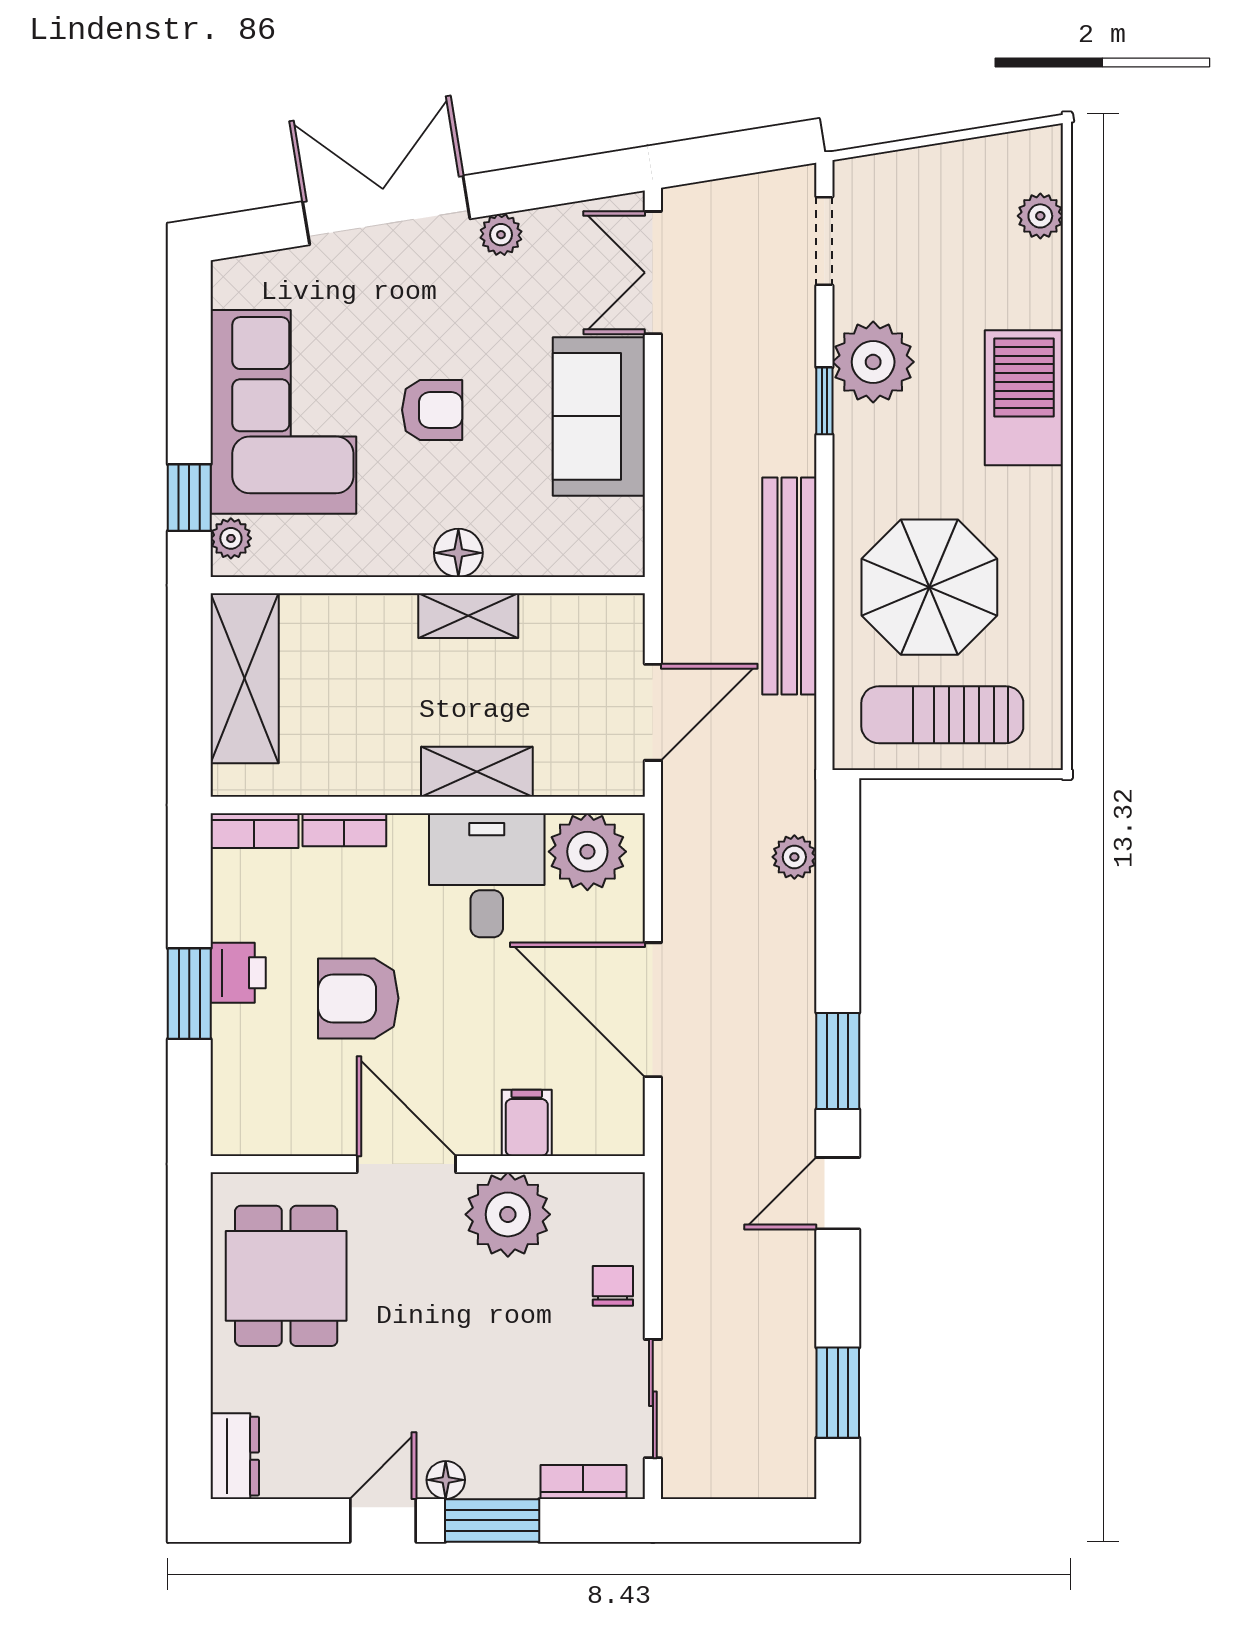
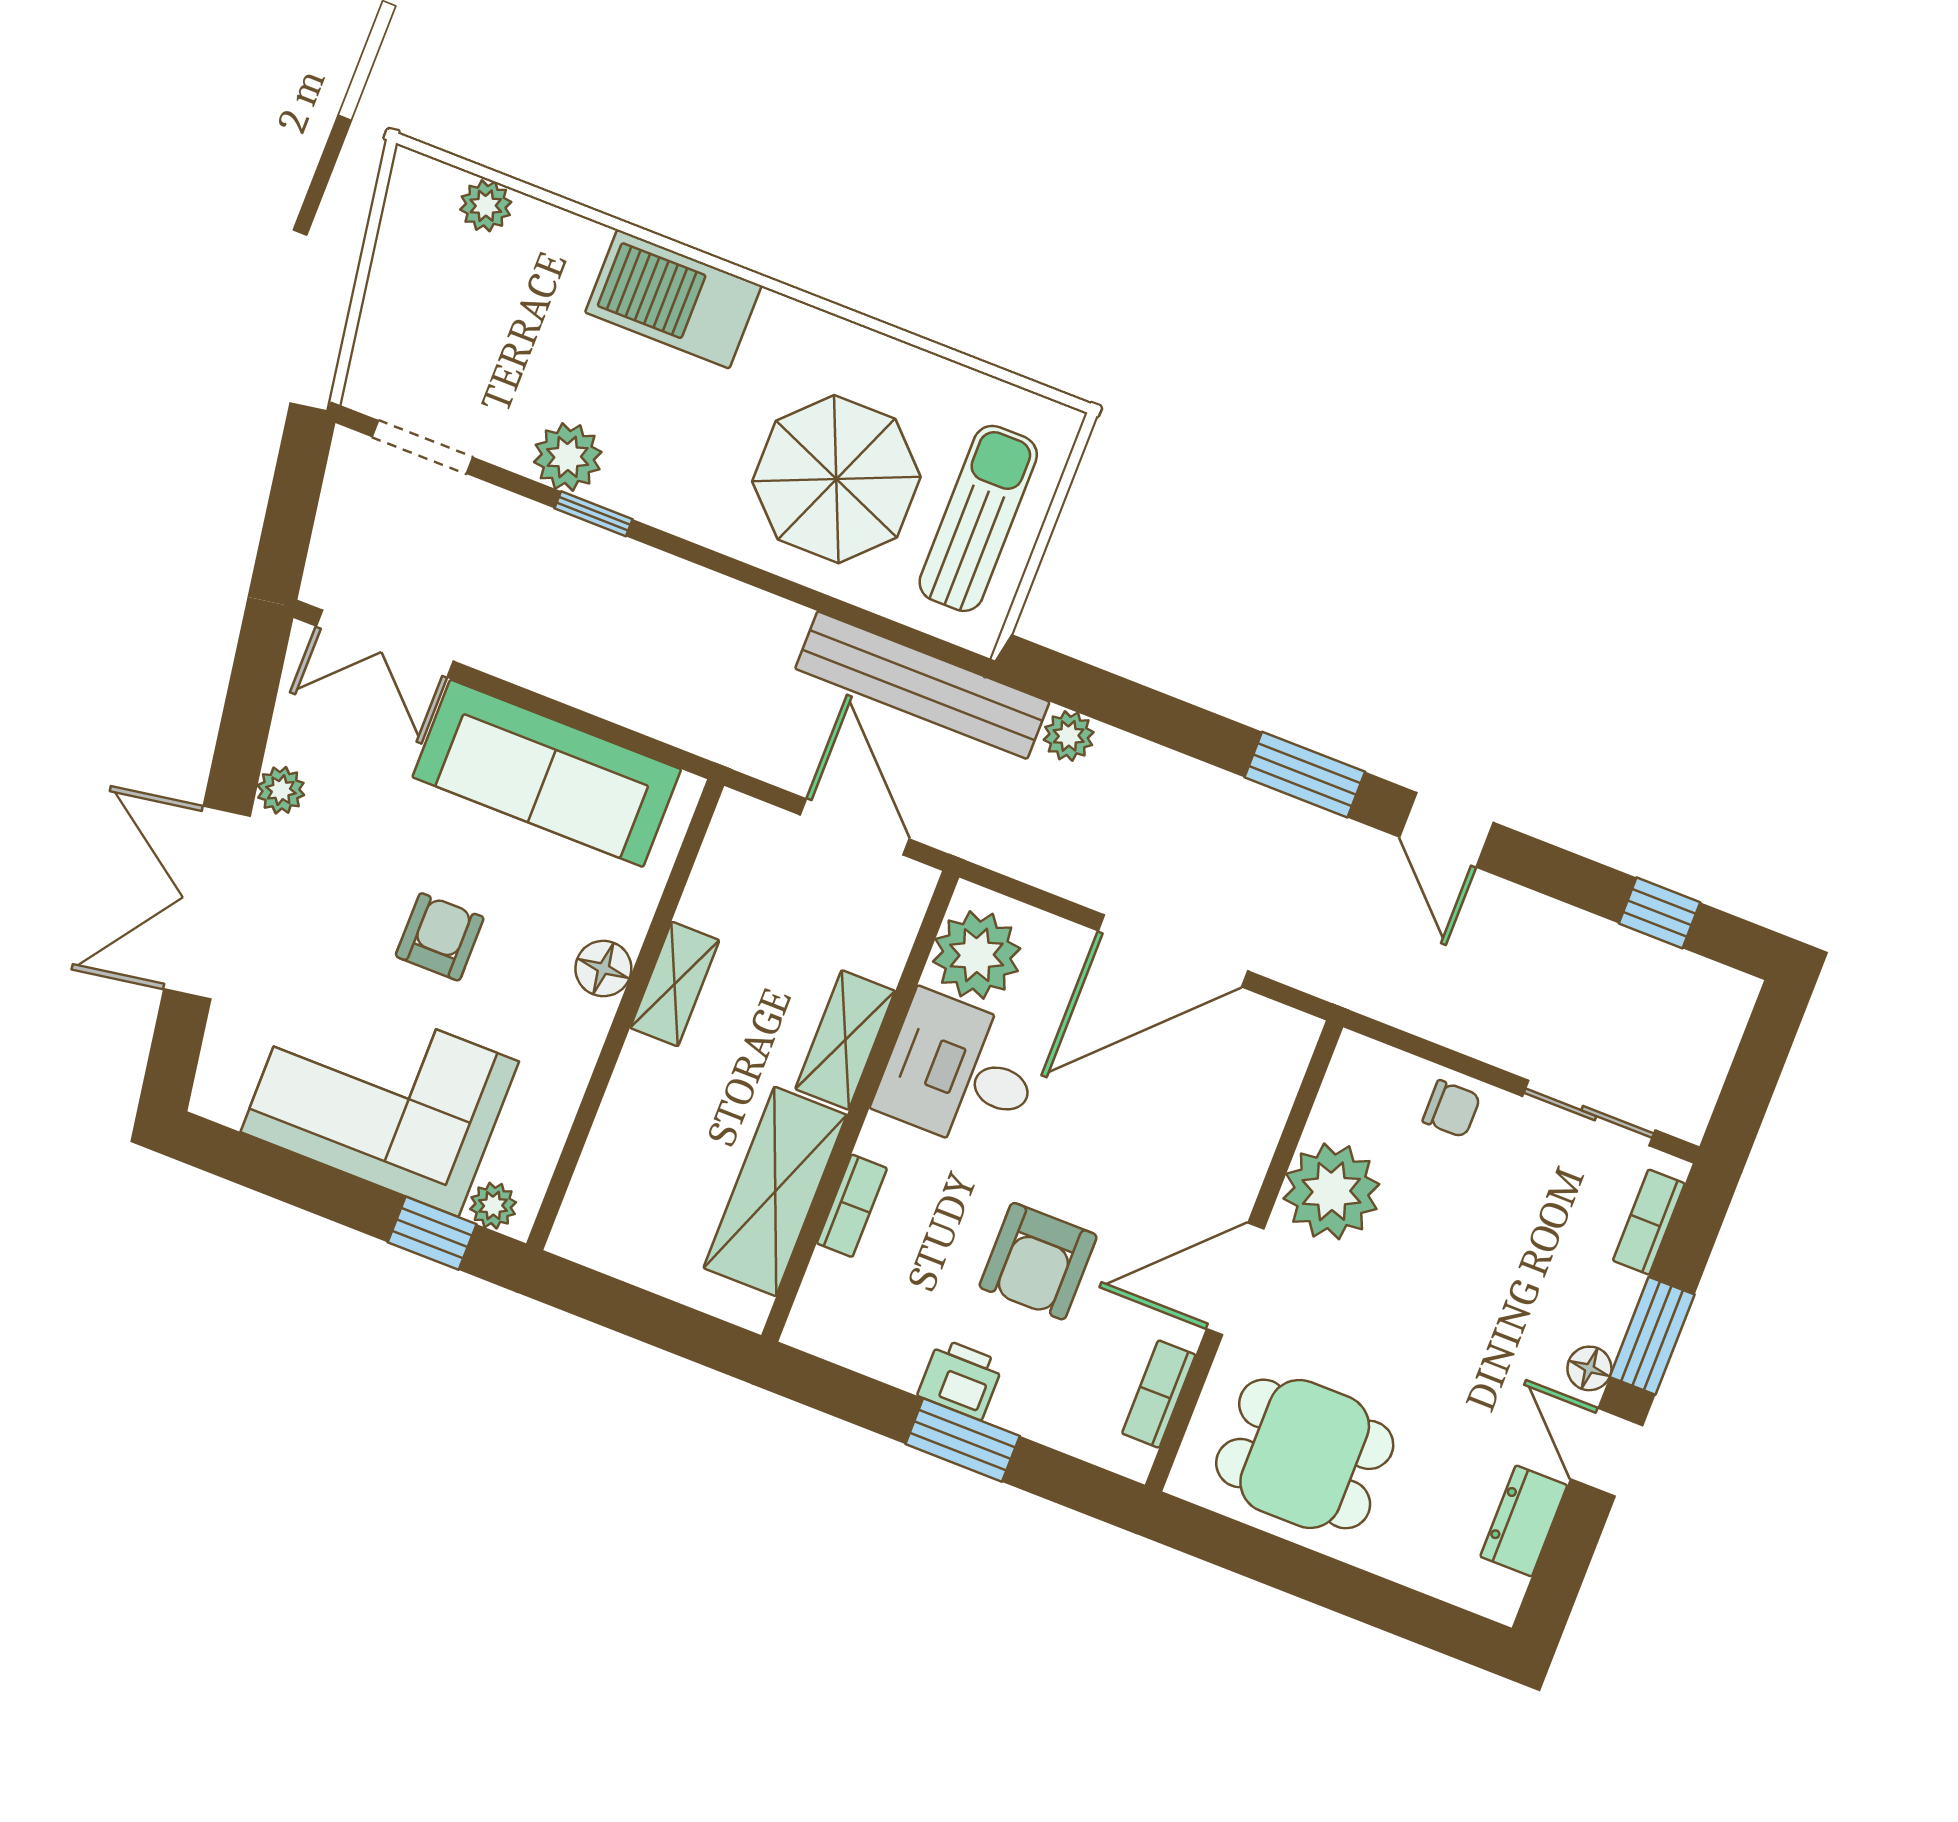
plant: (873, 362) -> (568, 457), width x0.73, depth x0.73
sofa: (599, 416) -> (547, 773), width x1.36
bench: (789, 586) -> (922, 685), moved
shelving: (245, 678) -> (775, 1191), moved, turned 90
sun lounger: (942, 715) -> (978, 518), turned 180
bookcase: (254, 831) -> (1159, 1394), moved, turned 180
filing cabinet: (527, 1123) -> (1241, 1133), removed
chair: (613, 1286) -> (1452, 1109), turned 180
window: (838, 1393) -> (1659, 913), width x0.67
dresser: (235, 1456) -> (1524, 1521), moved, turned -90

